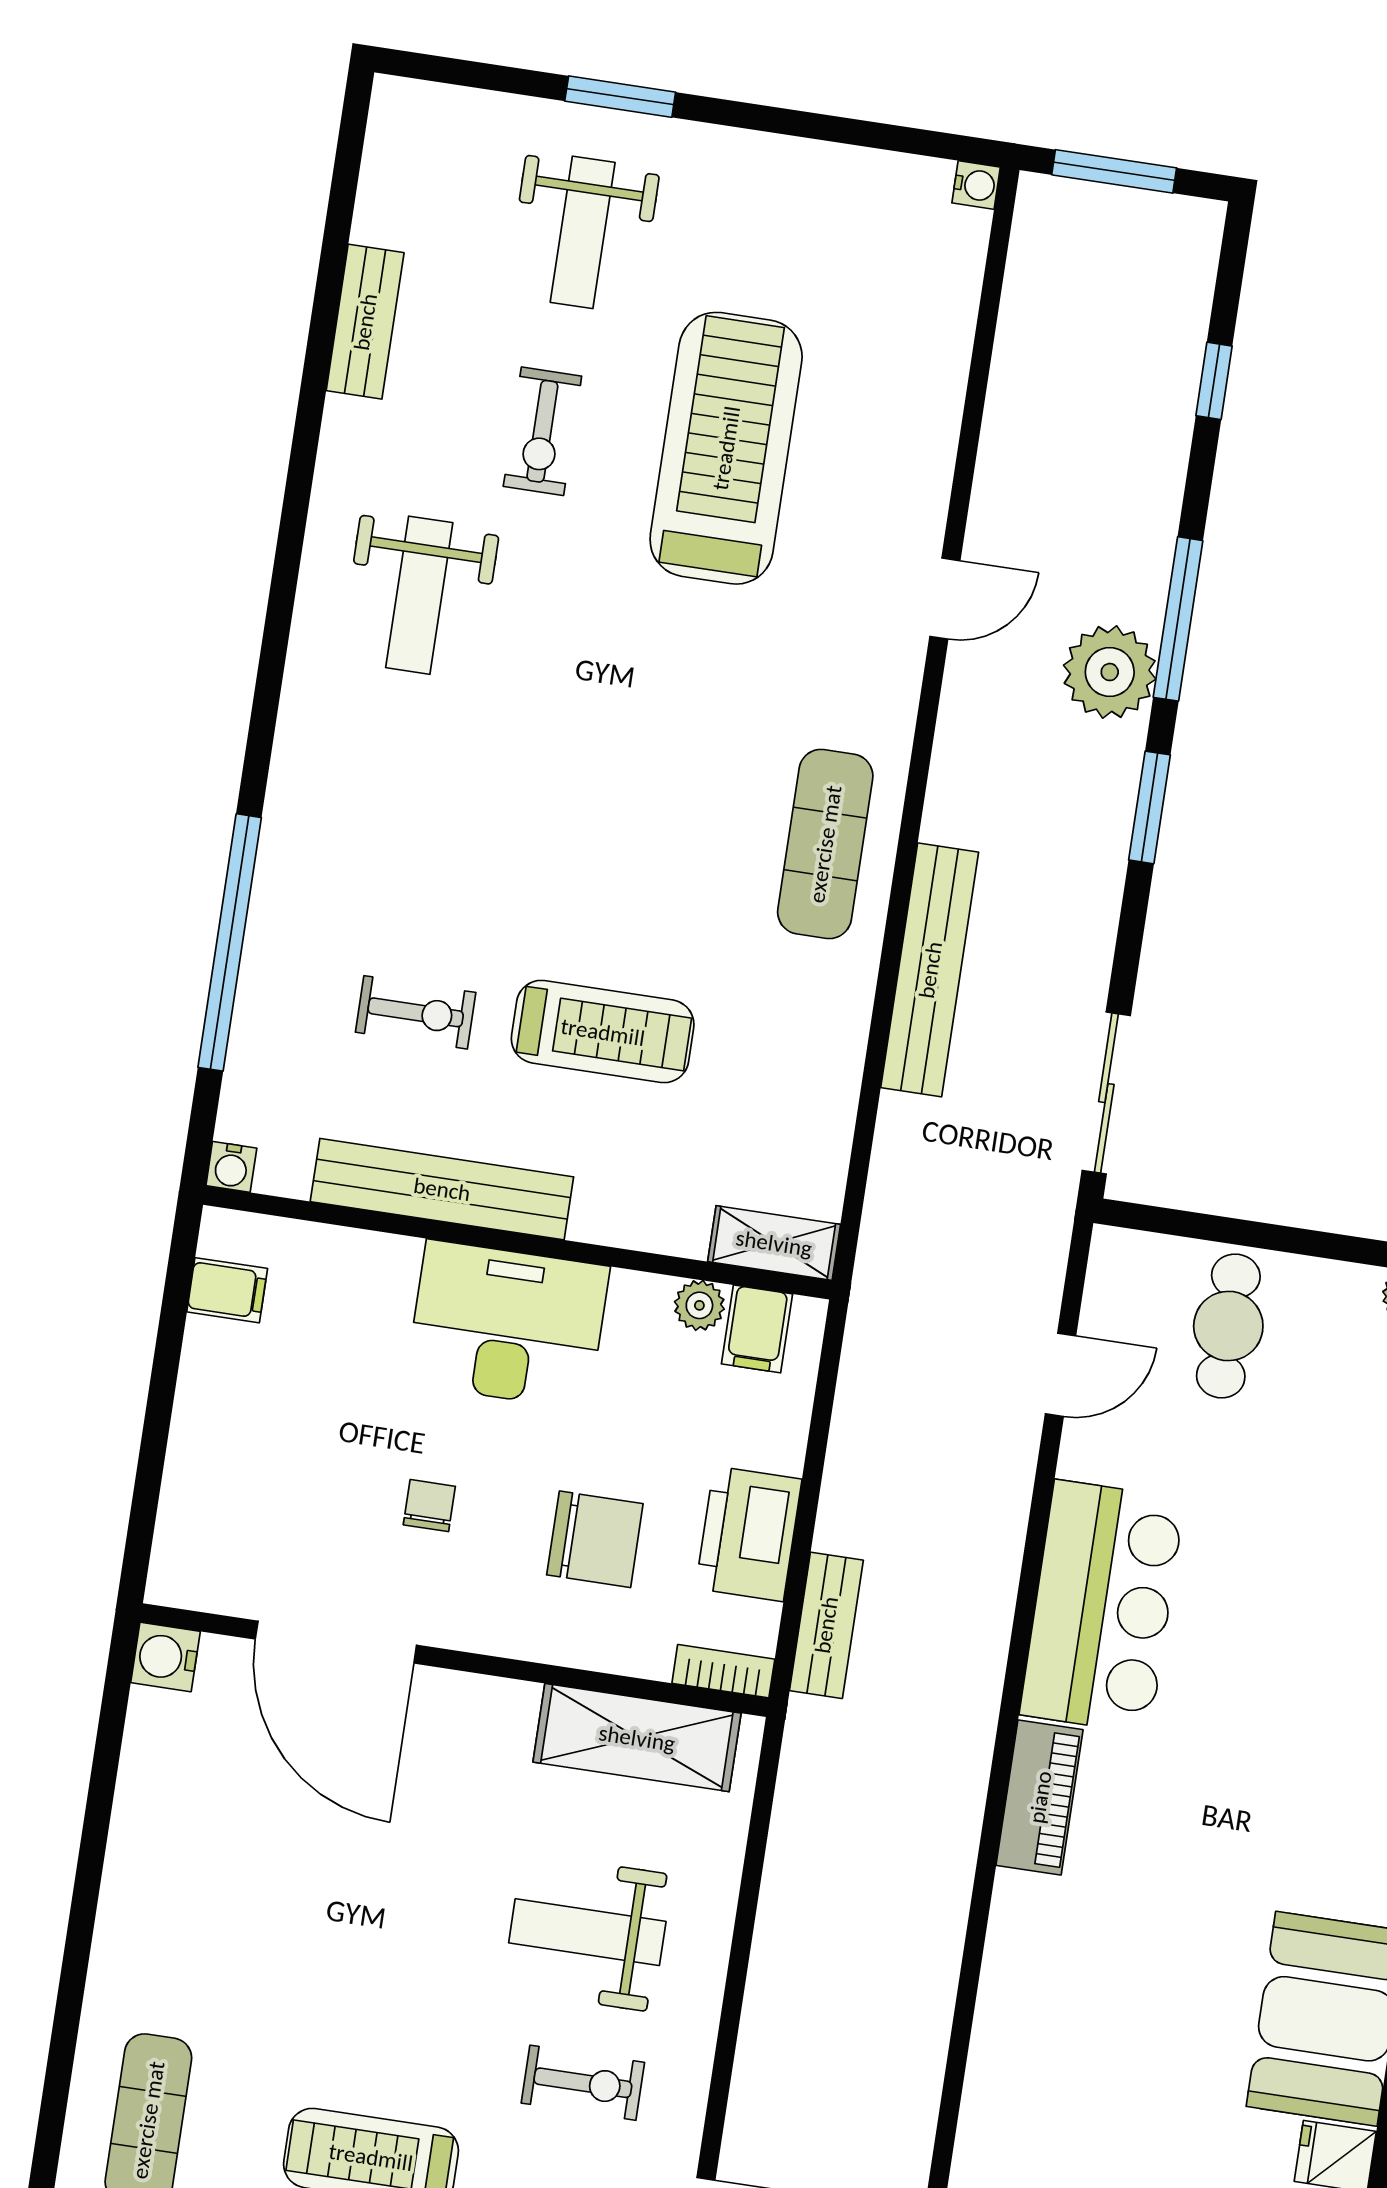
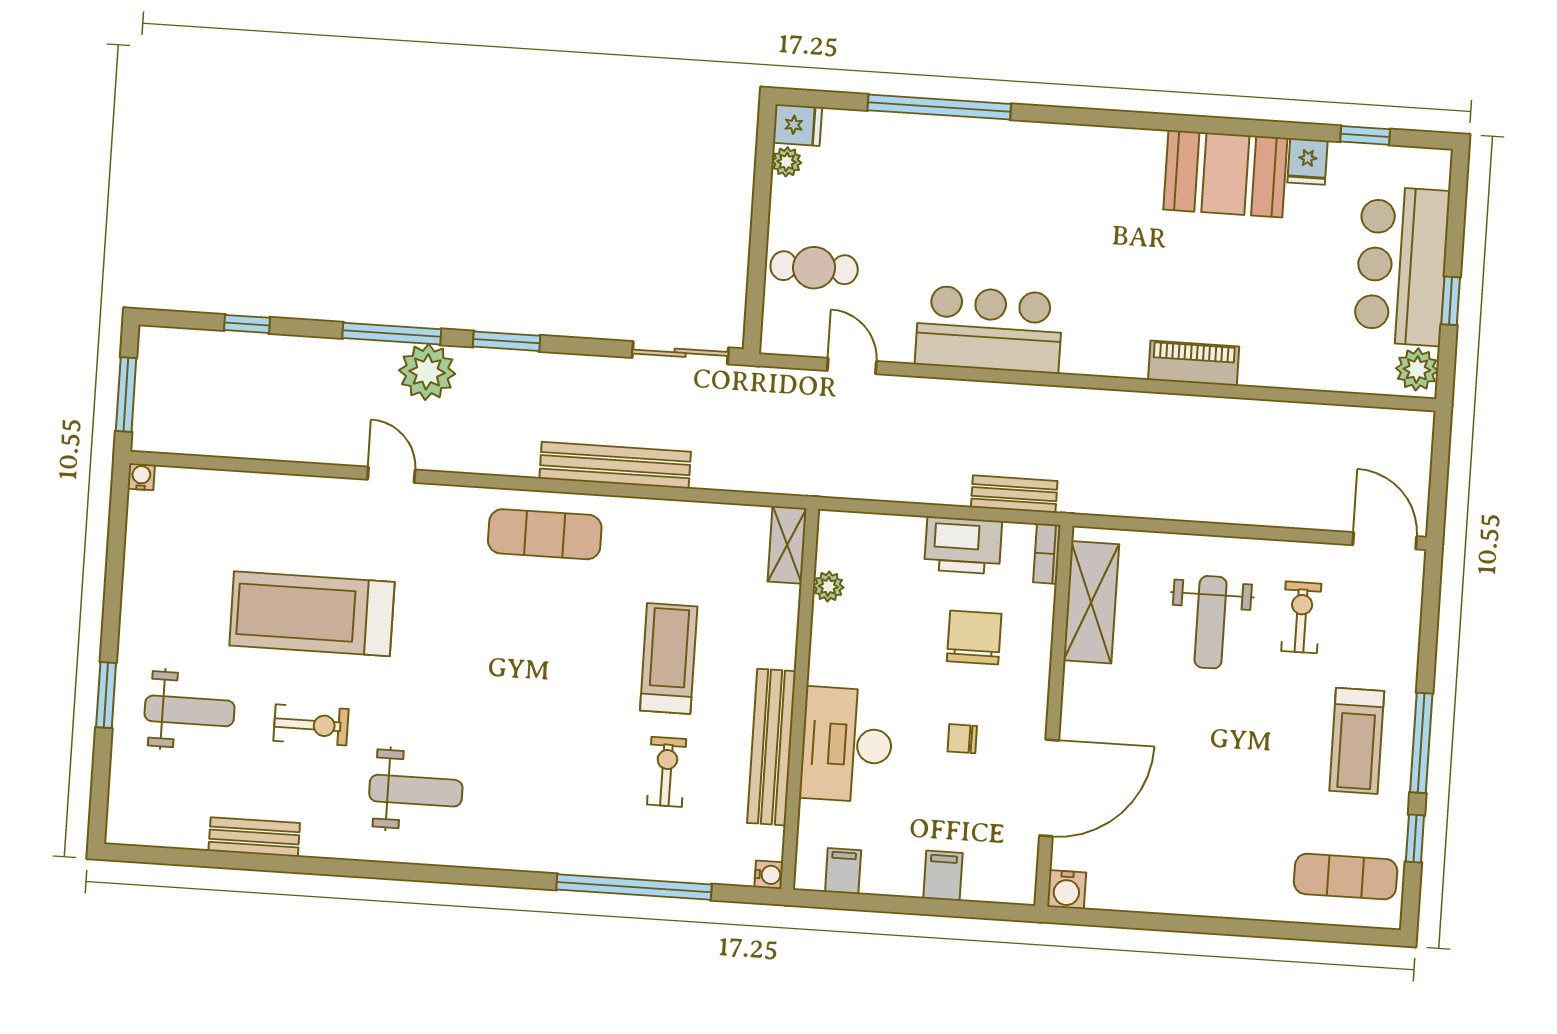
desk: (507, 1325) -> (847, 745), moved
filing cabinet: (757, 1329) -> (943, 876), moved, turned -90
piano: (1040, 1797) -> (1194, 363), moved

